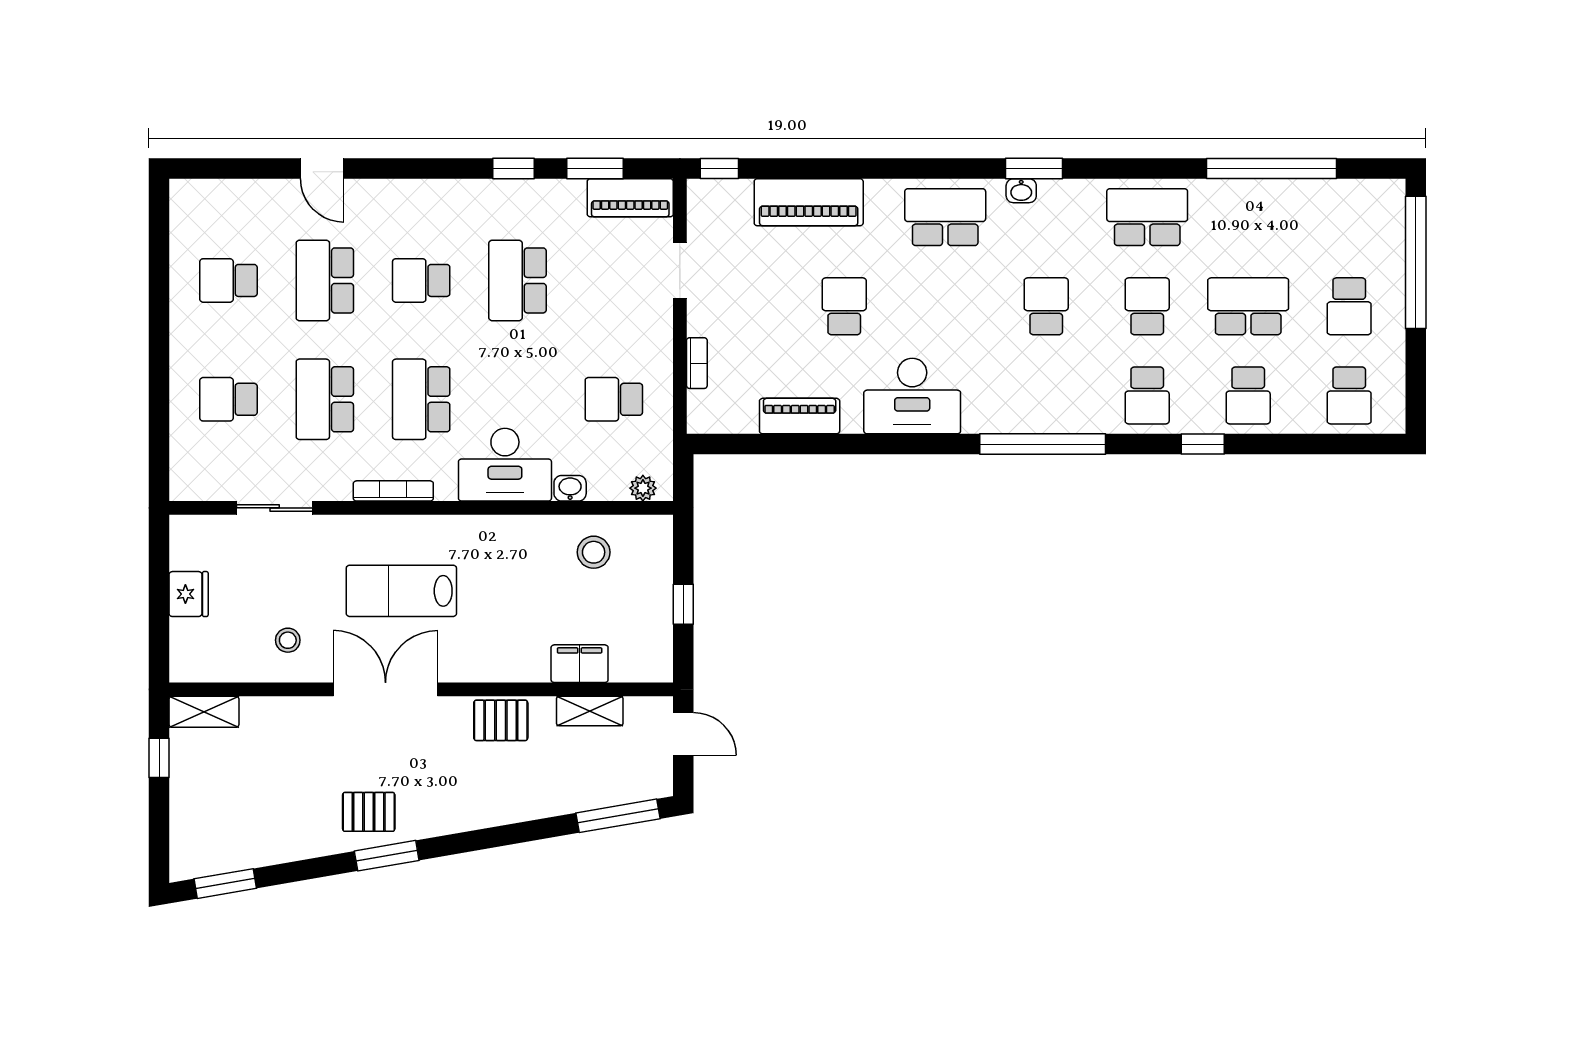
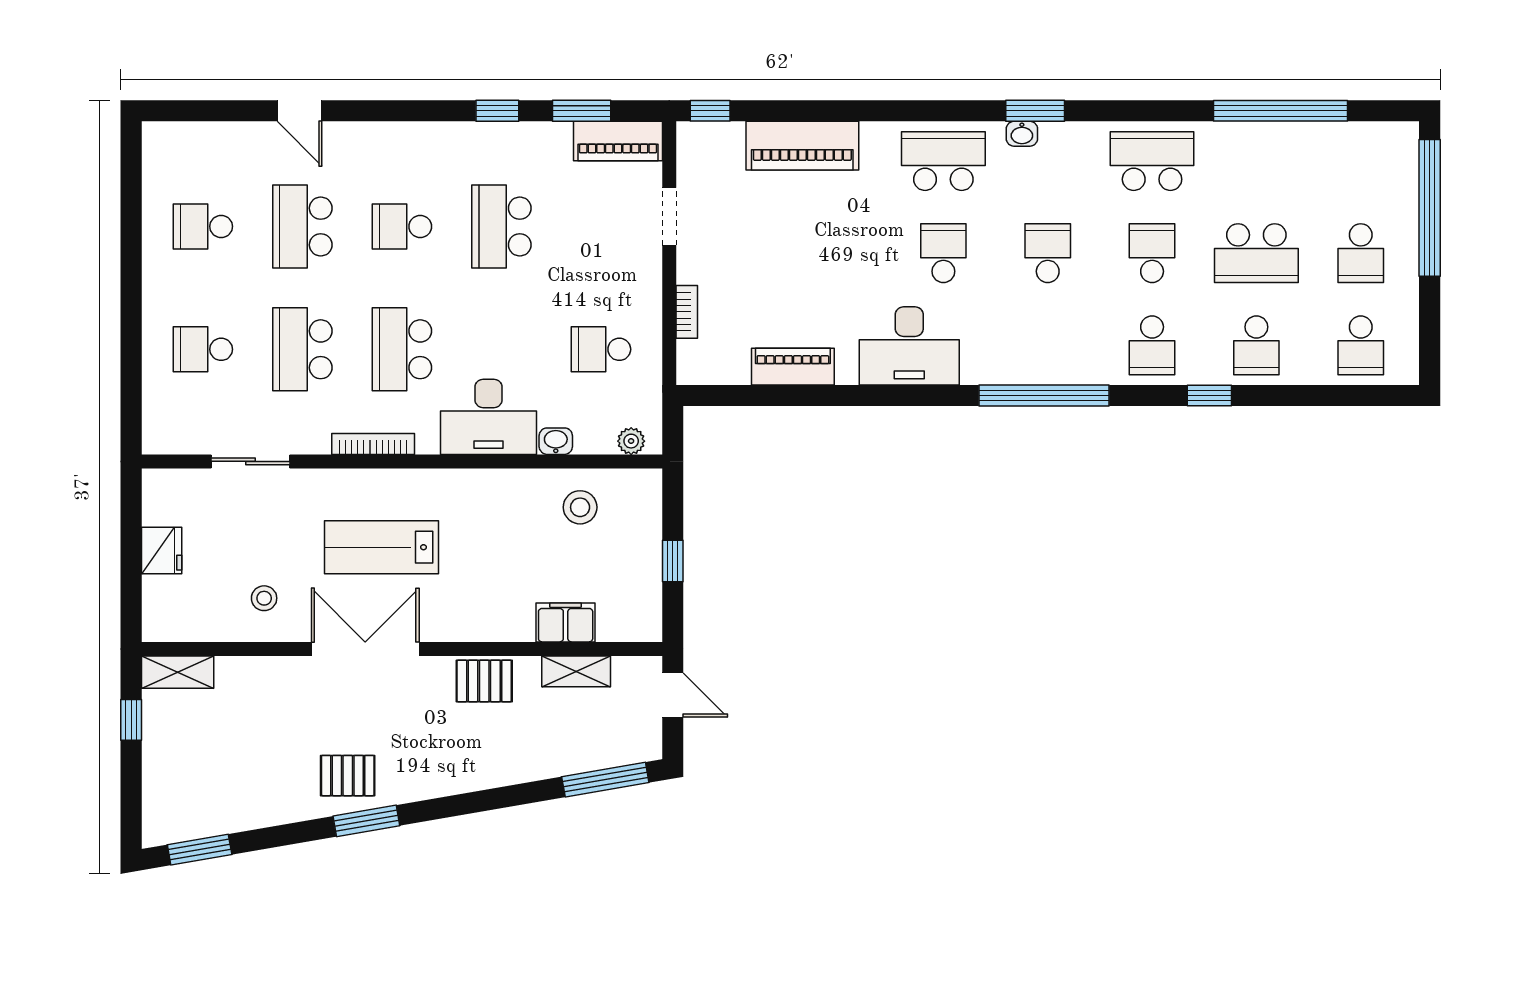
school desk: (844, 306) -> (943, 253), moved
school desk: (1248, 306) -> (1256, 253), turned 180

